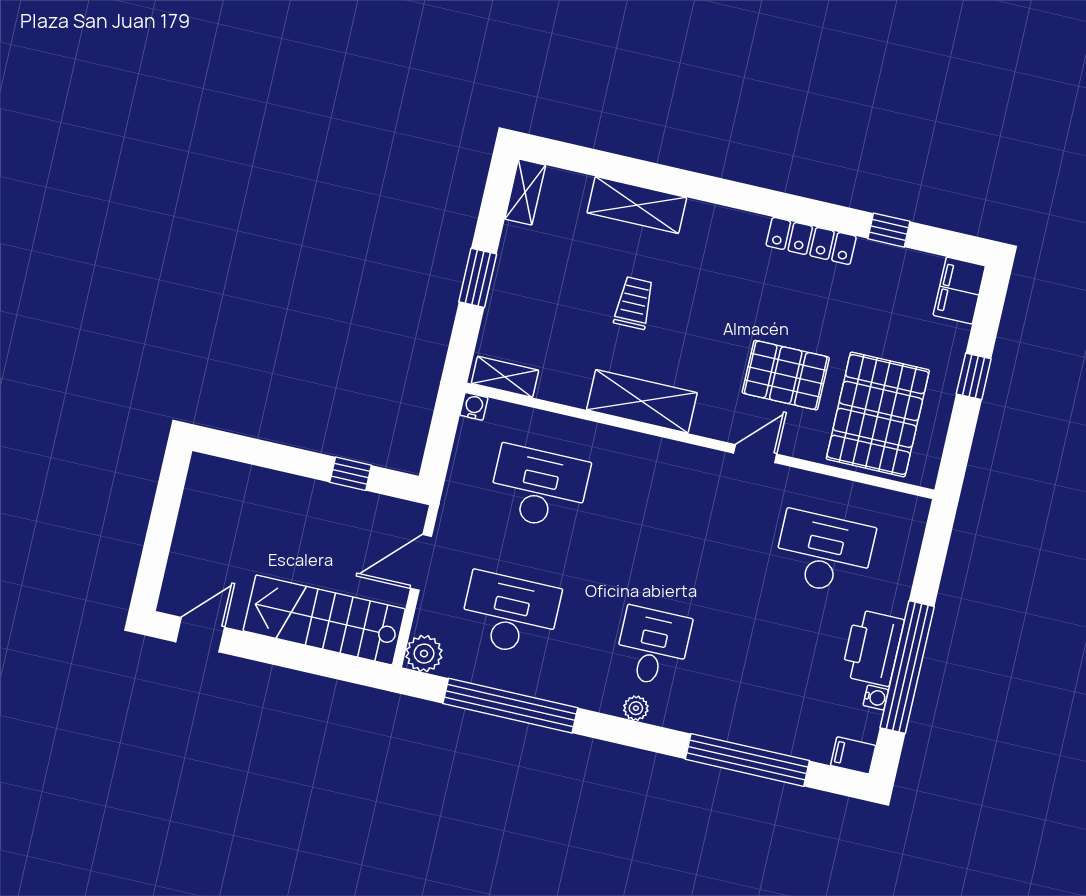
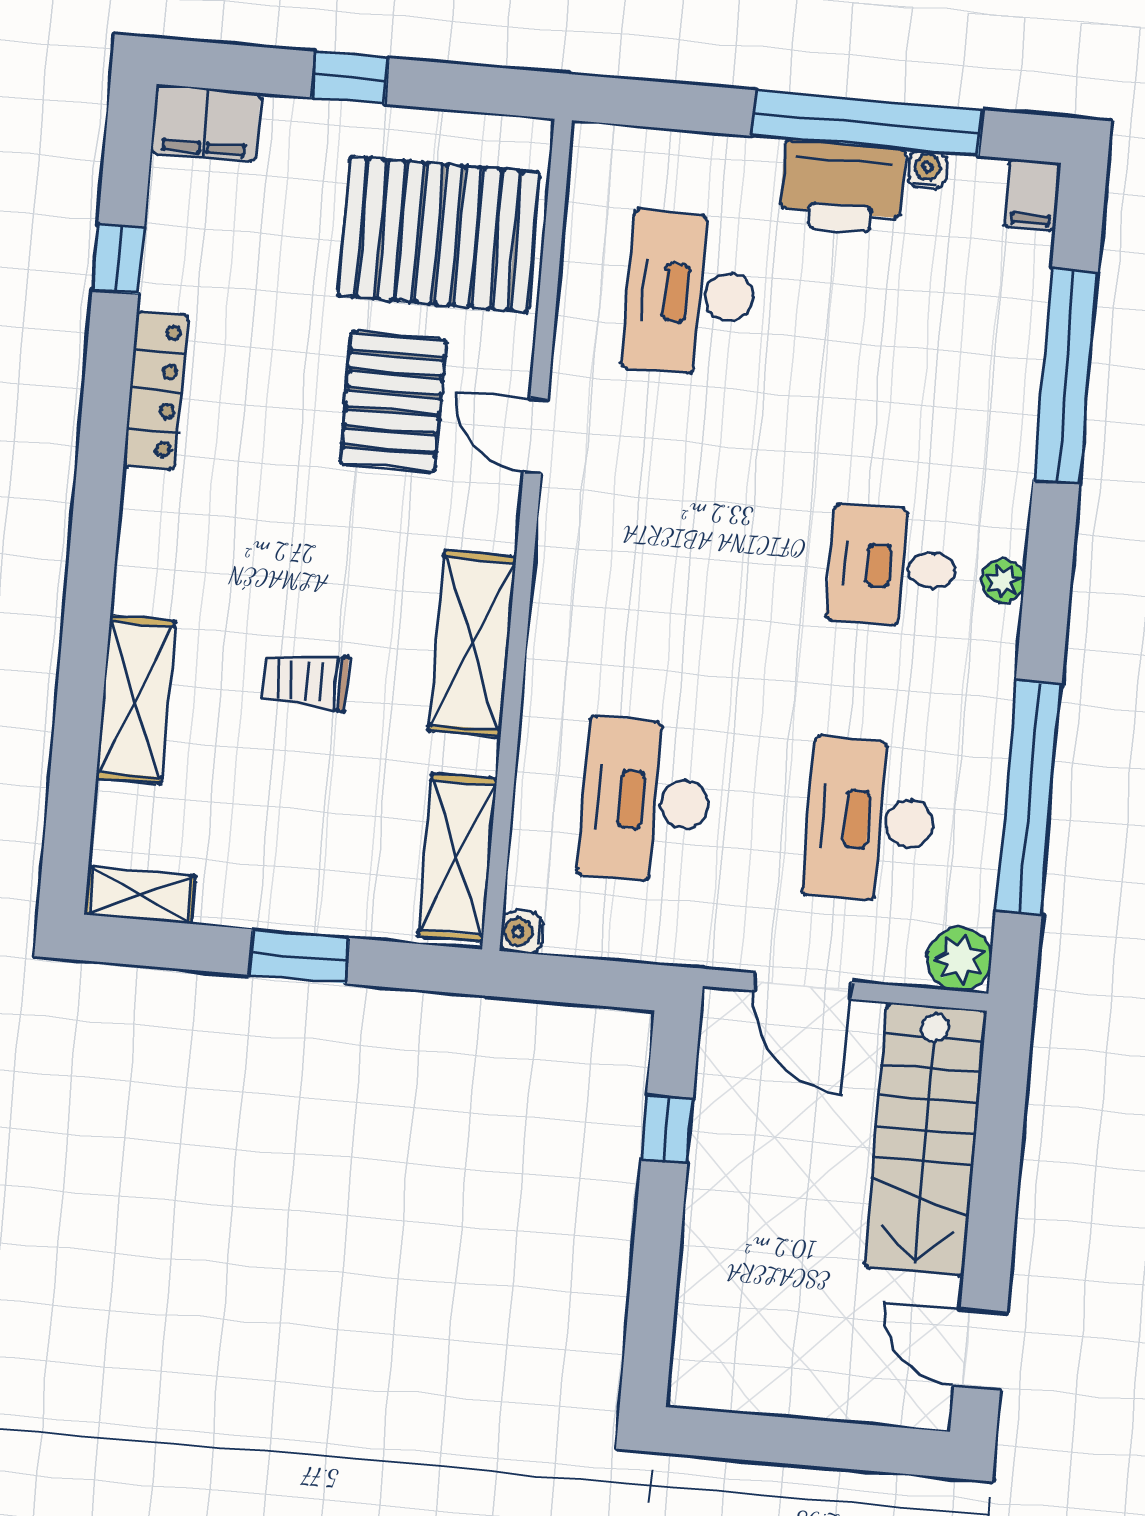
shelving: (505, 377) -> (457, 858), width x1.50, depth x1.33

